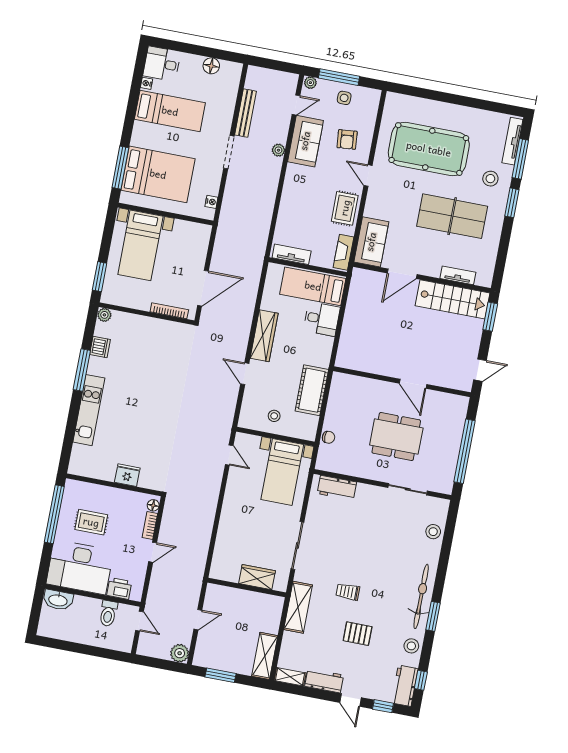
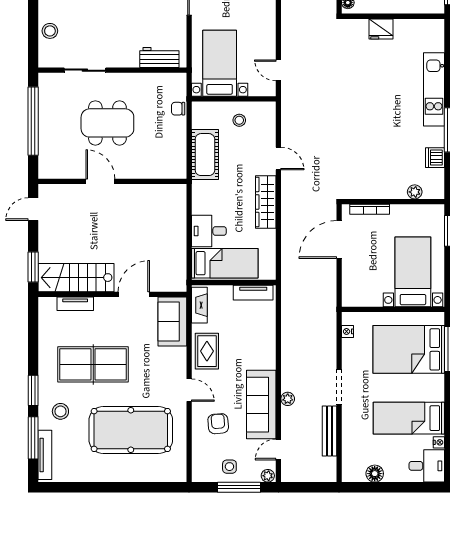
sofa: (305, 141) -> (261, 405), width x1.36
plant: (104, 315) -> (415, 192), moved

